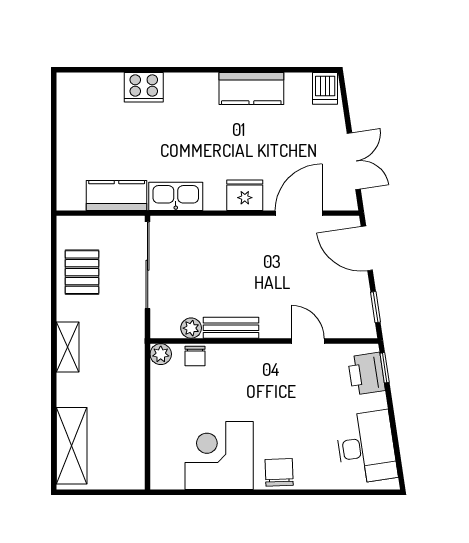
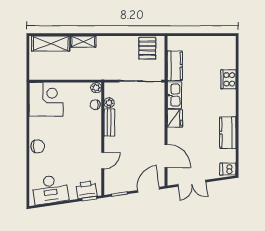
fridge: (245, 195) -> (175, 118), moved
pallet: (82, 272) -> (147, 48), moved, turned 90
shelving: (68, 347) -> (83, 42), moved
corner desk: (219, 455) -> (46, 99), moved

